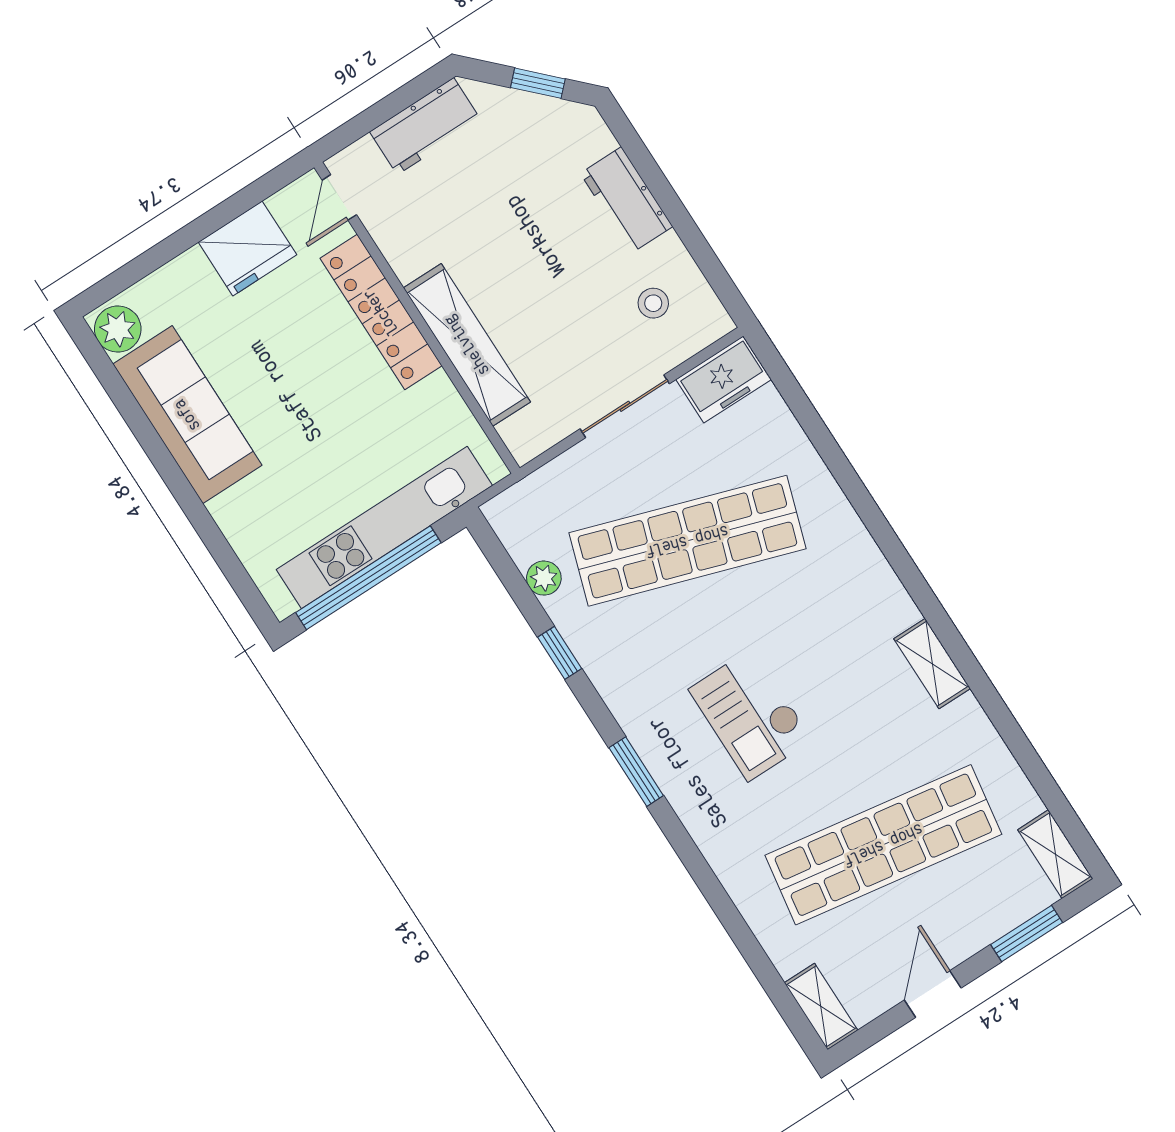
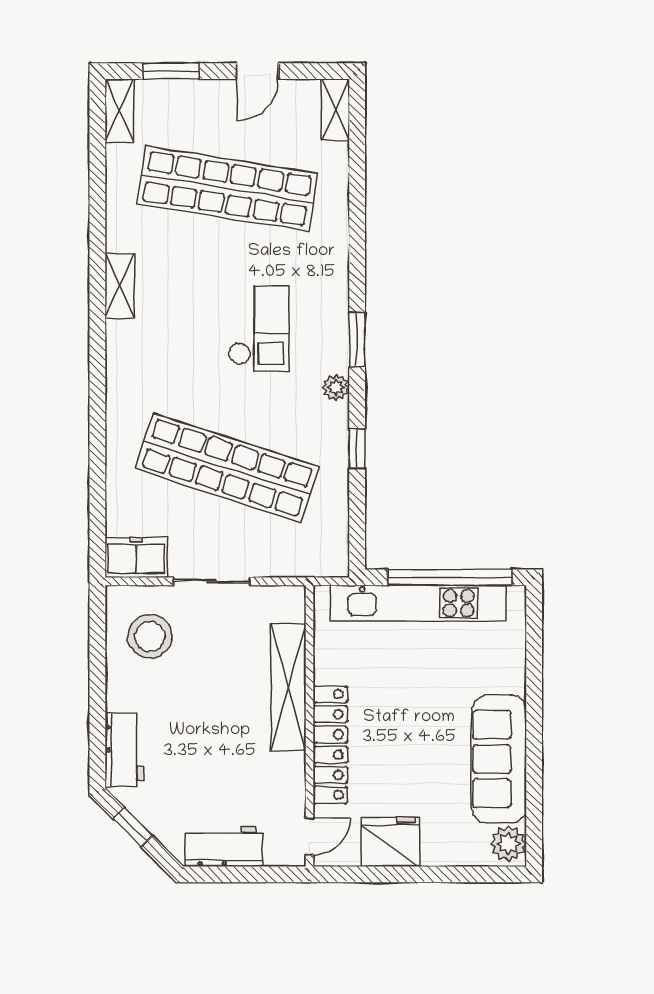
workbench: (626, 200) -> (124, 750), moved
stool: (653, 303) -> (150, 636), width x1.89, depth x1.89
plant: (544, 578) -> (336, 387), moved

